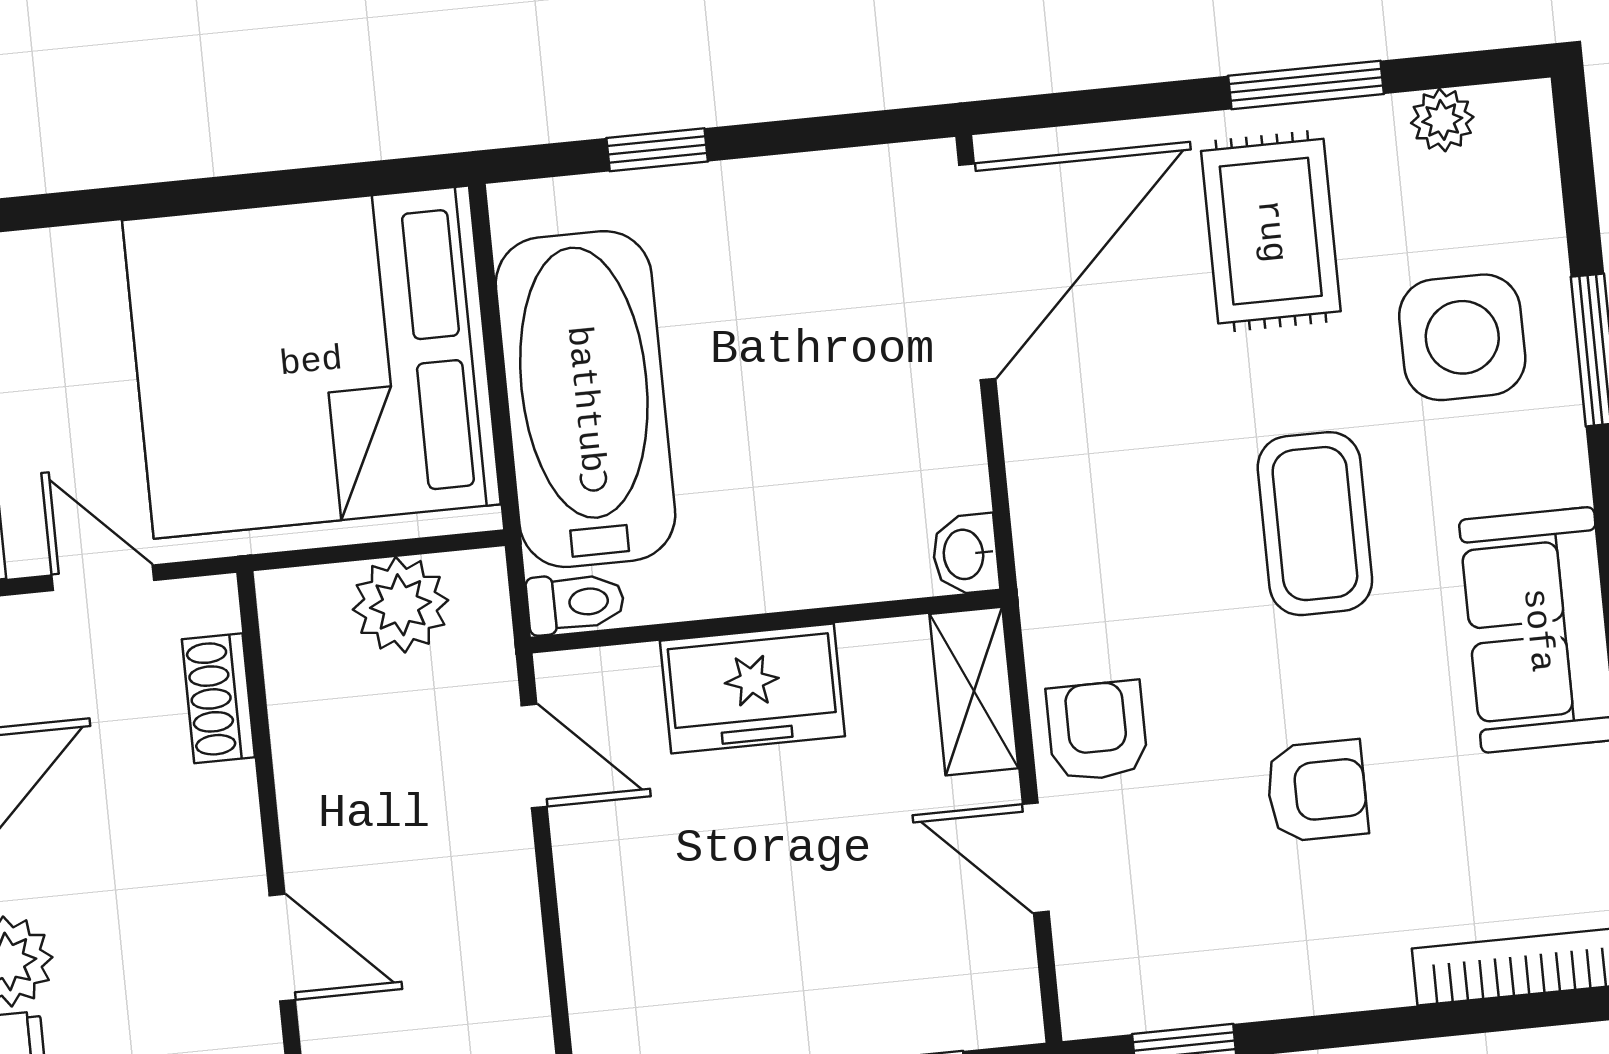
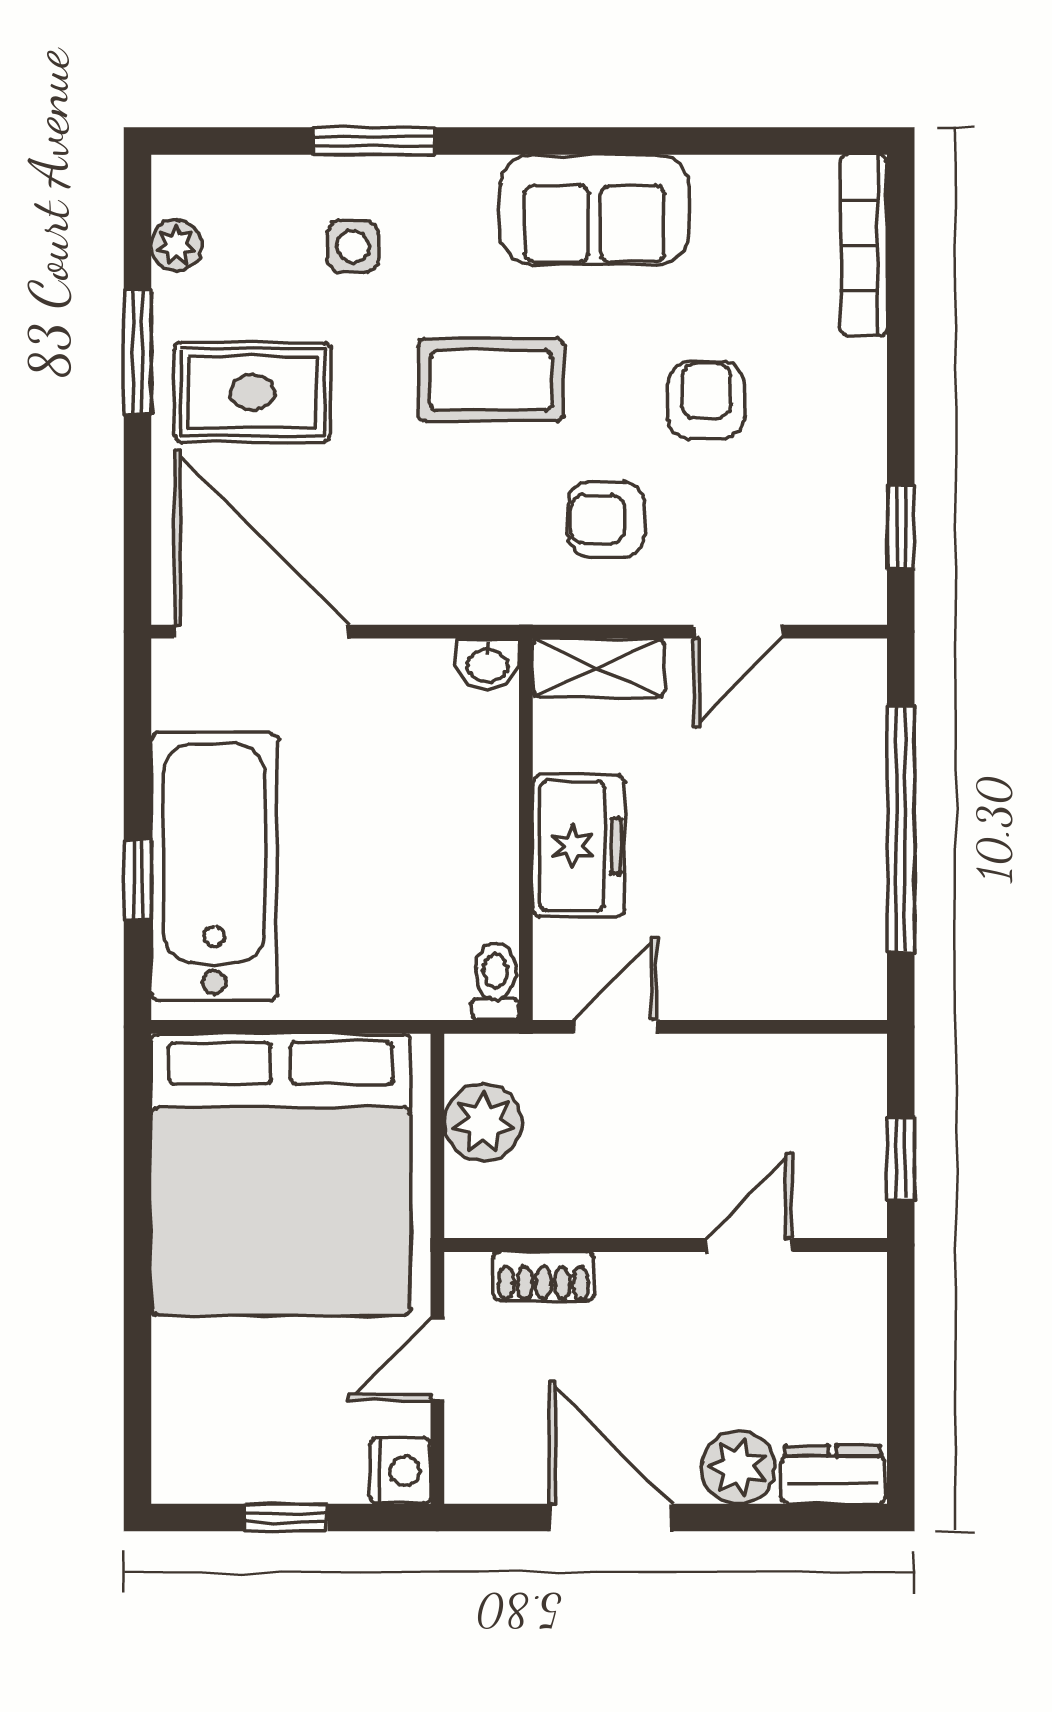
side table: (1462, 337) -> (353, 247), width x0.54, depth x0.54
bathtub: (585, 399) -> (214, 867), moved, turned 90
armchair: (1097, 731) -> (607, 519), moved

